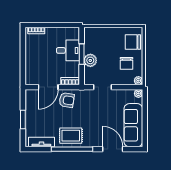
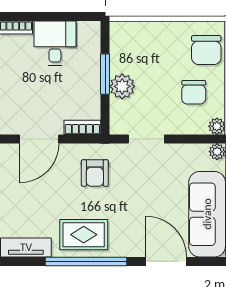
chair: (133, 42) -> (206, 50), turned -90
desk: (68, 50) -> (55, 43), moved, turned -90
armchair: (67, 100) -> (95, 173), moved, turned 81

